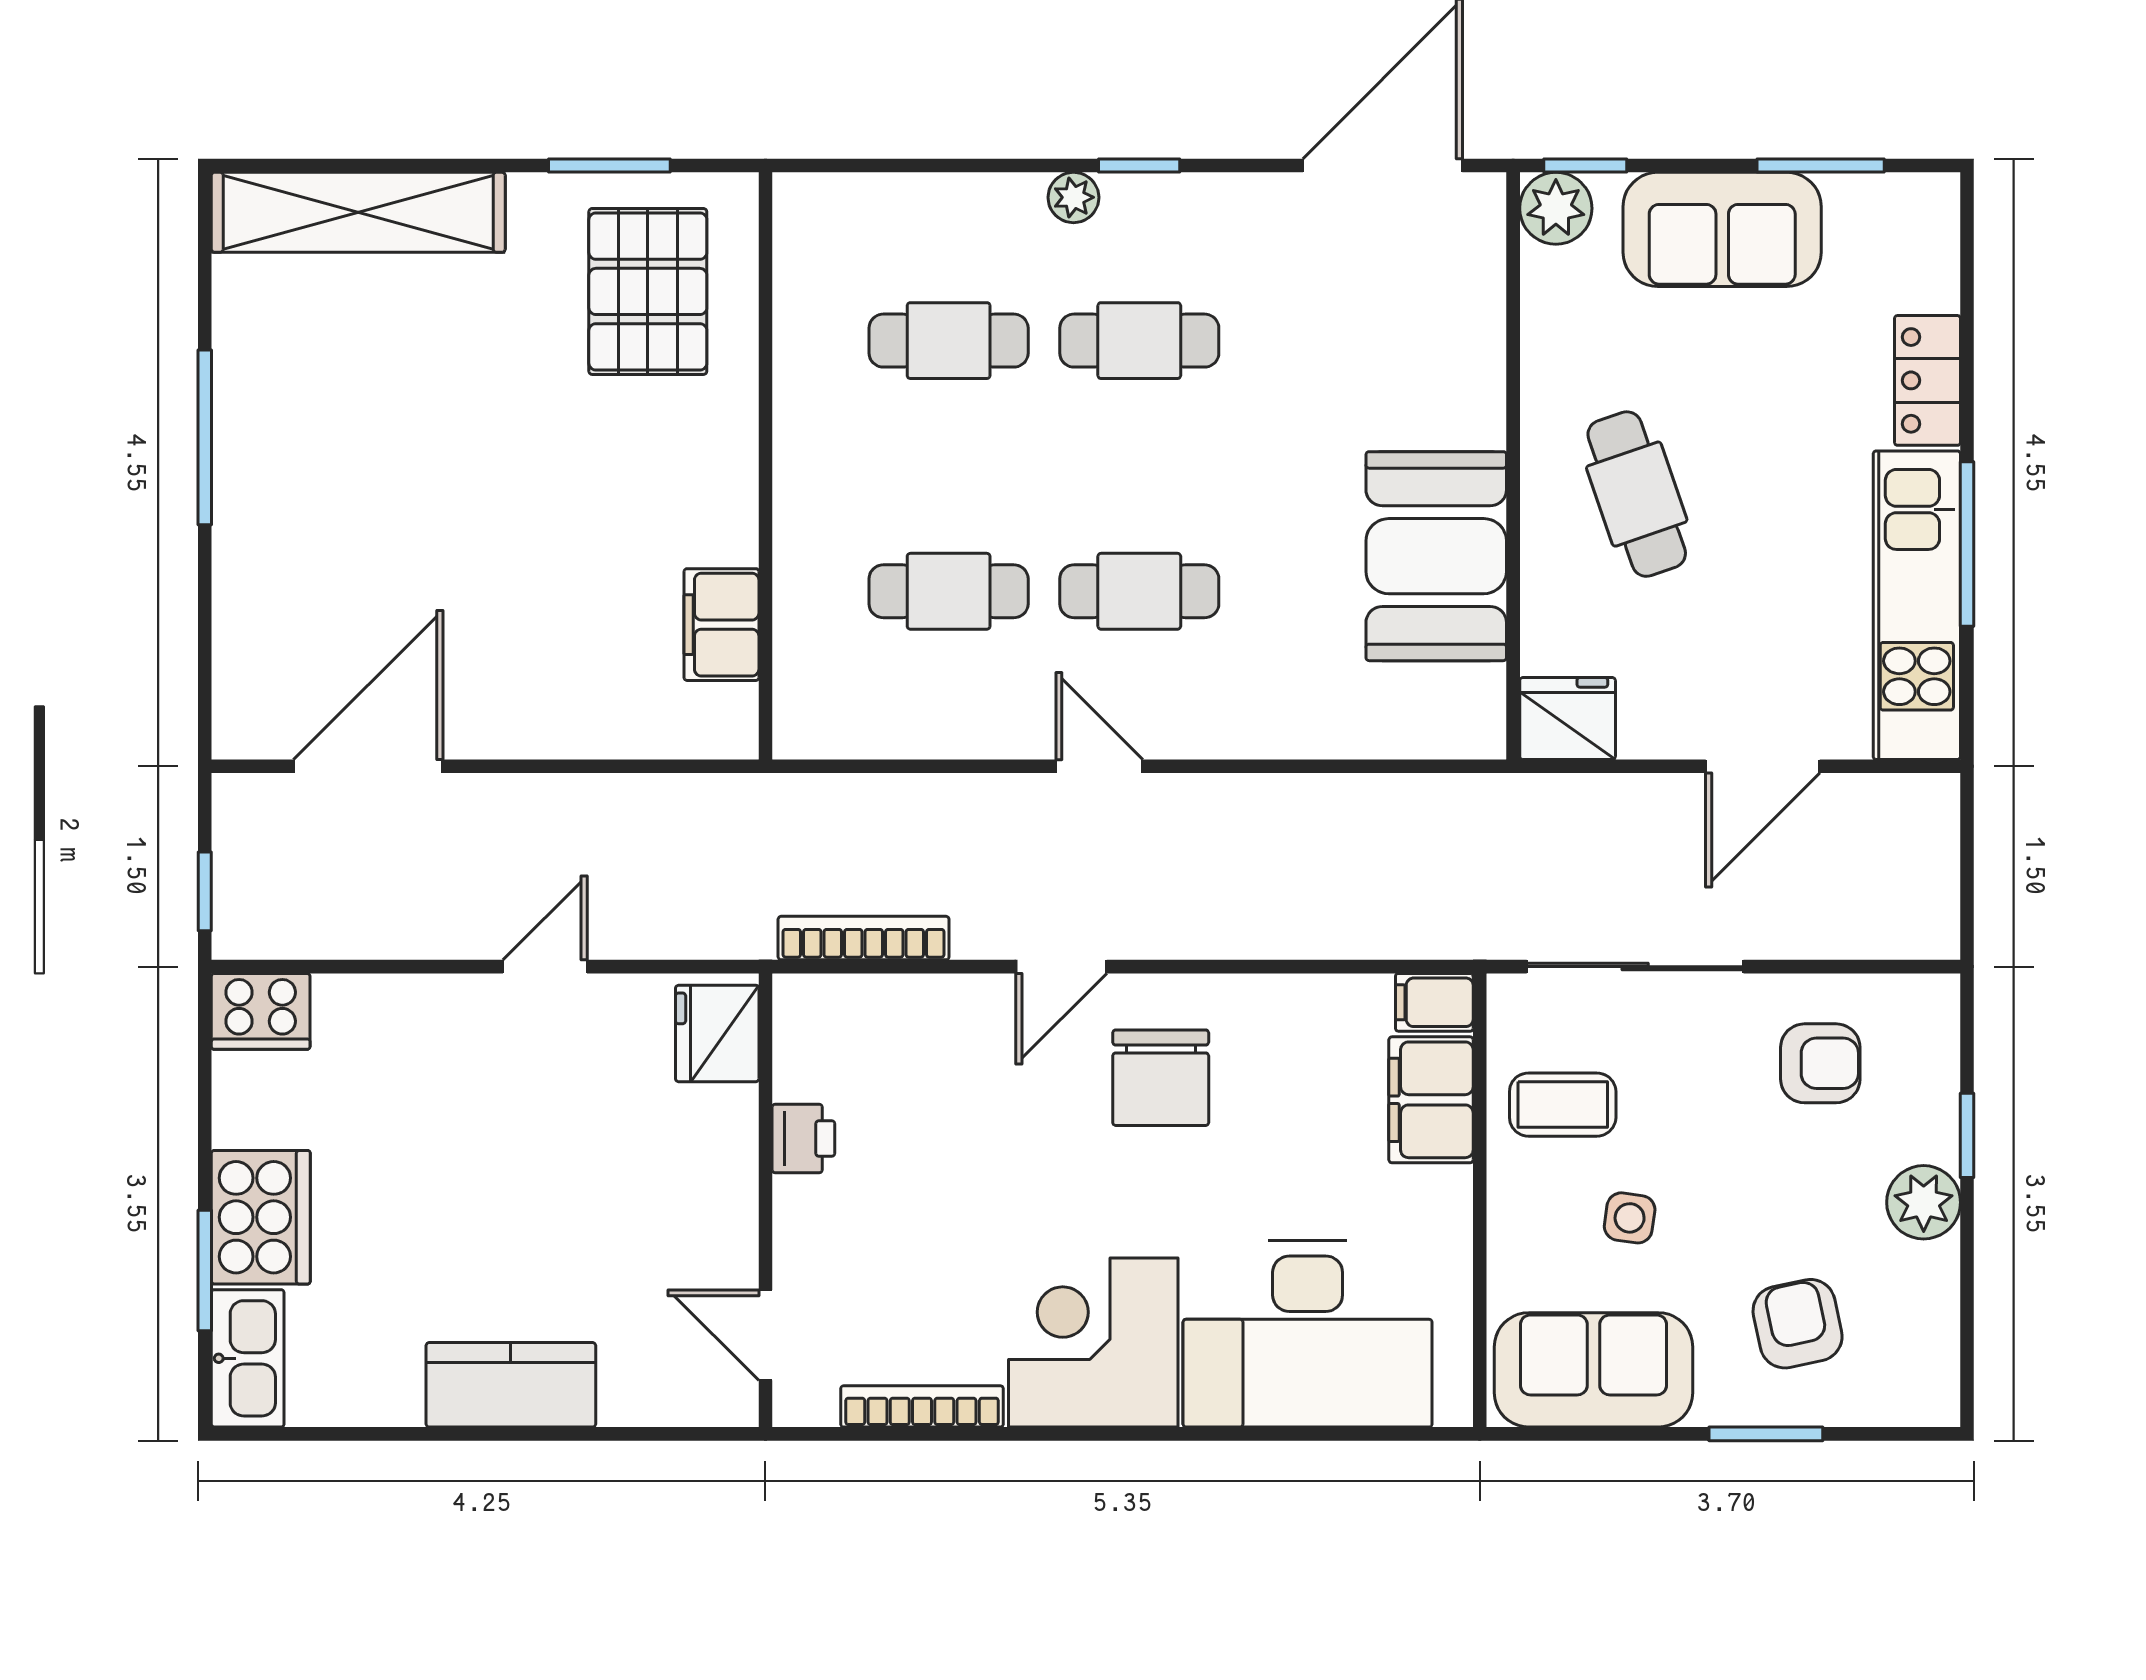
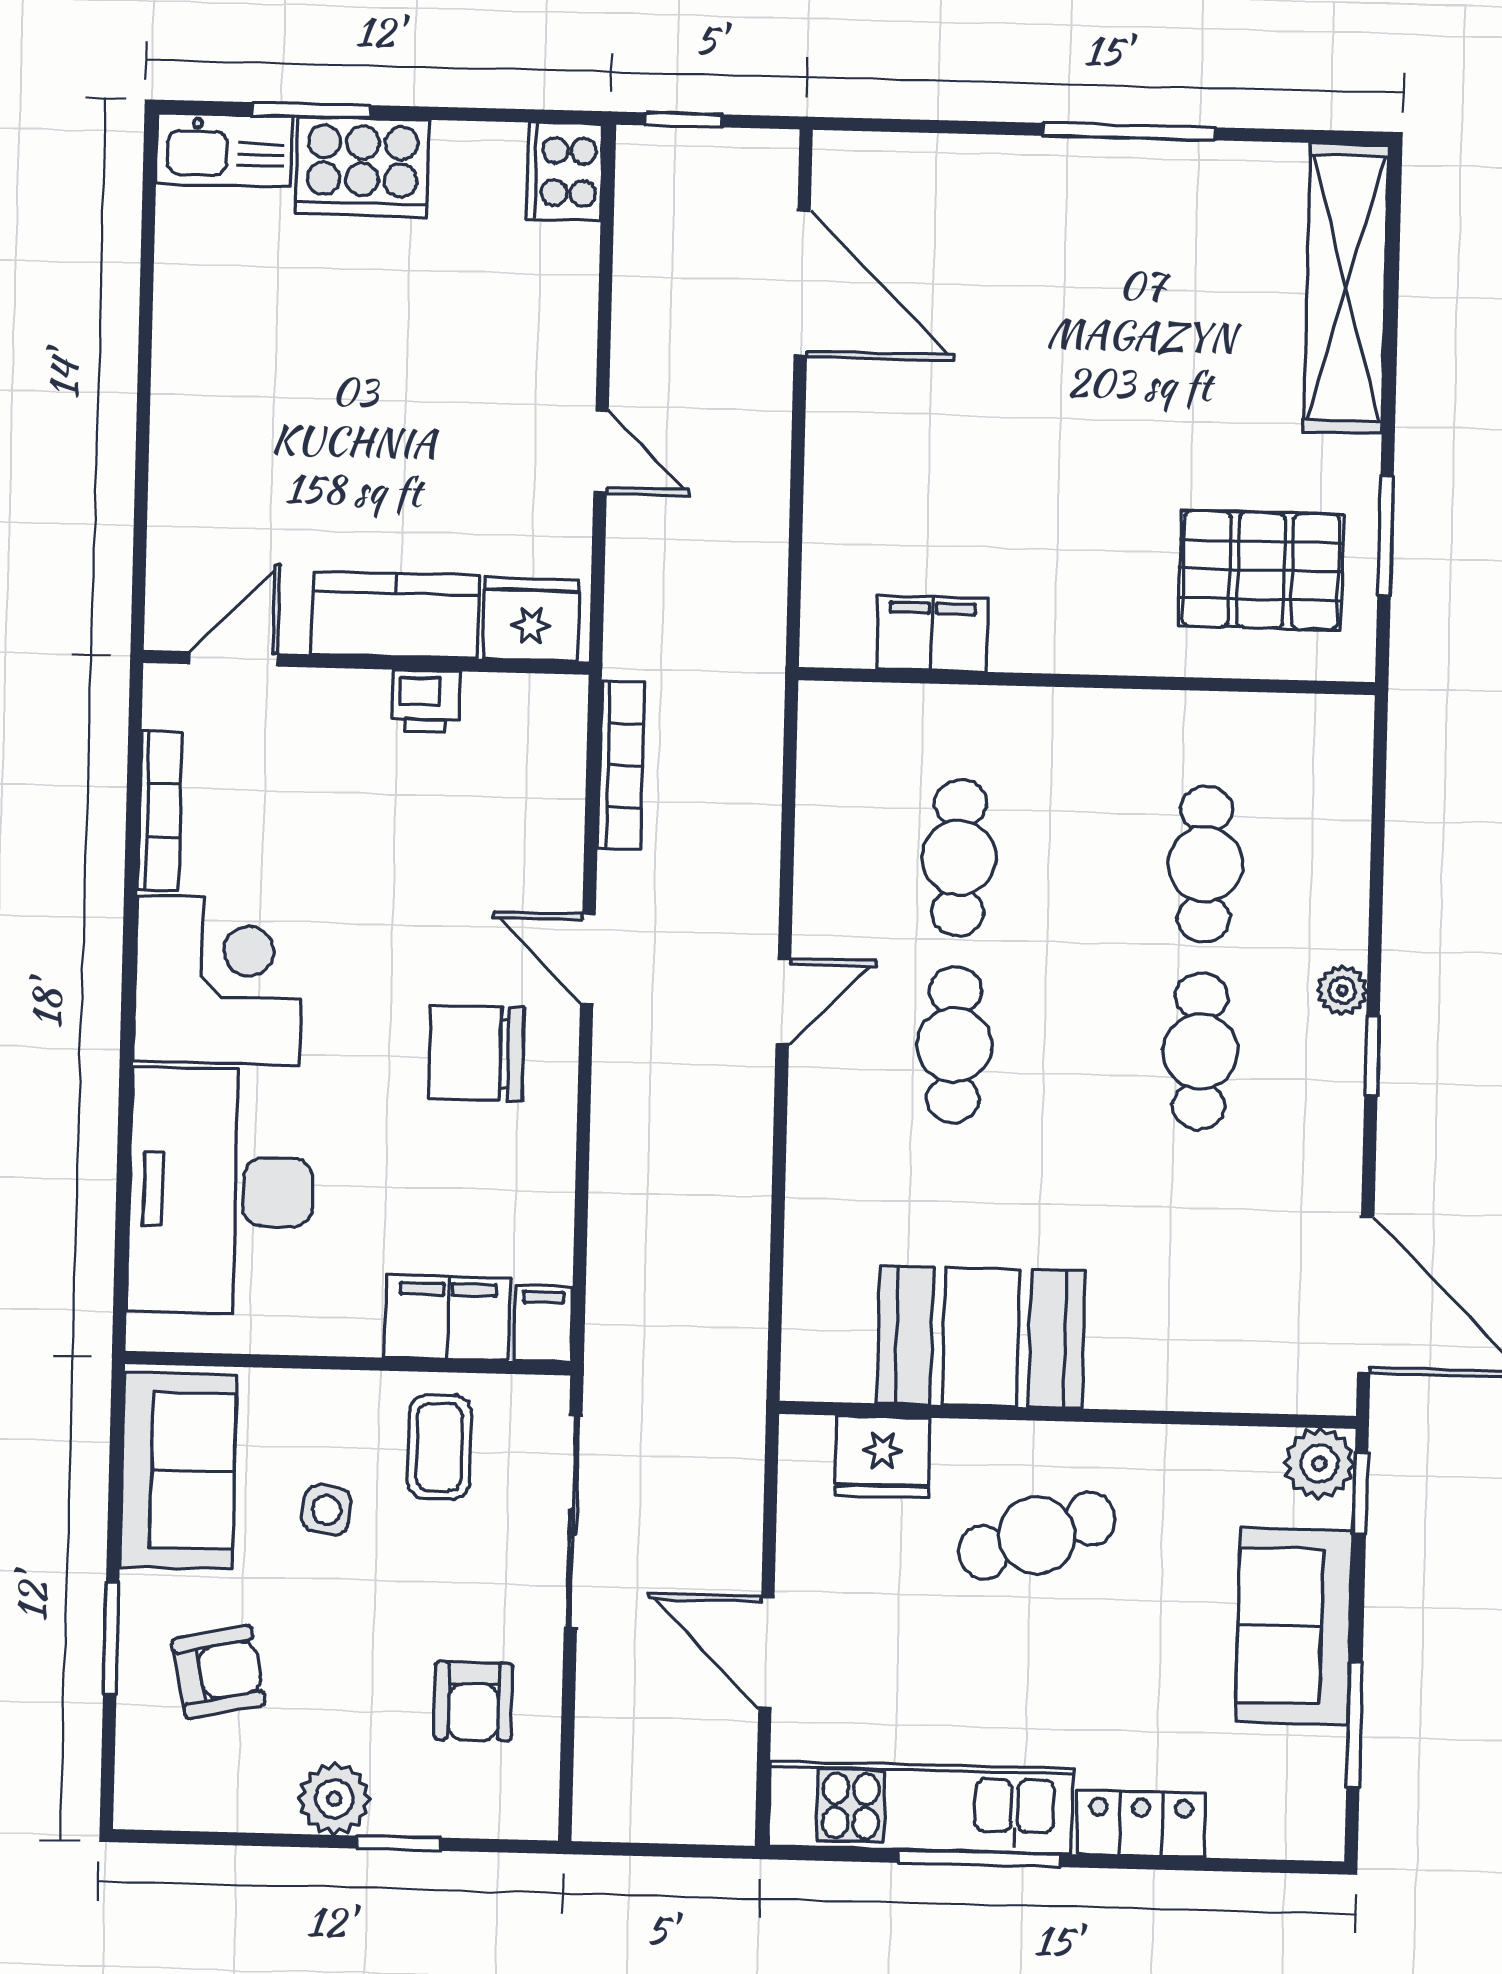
fridge: (1568, 719) -> (882, 1457), moved, turned 90
kitchen counter: (511, 1385) -> (395, 615), moved, turned -90

